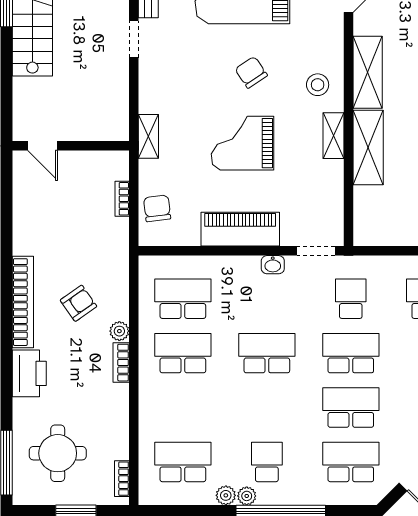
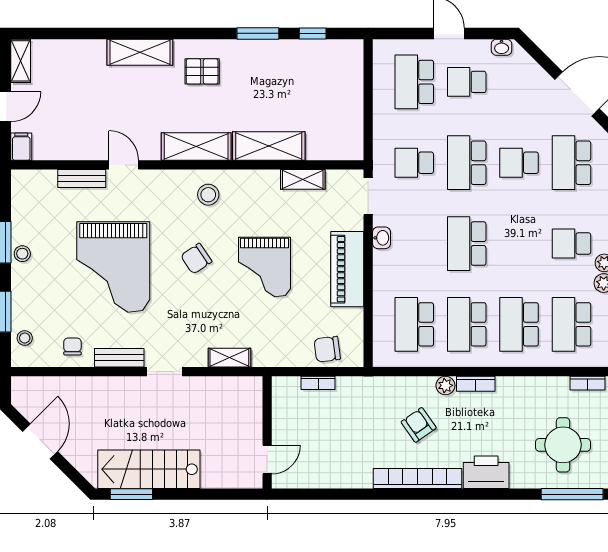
shelving: (148, 136) -> (229, 358), moved
shelving: (333, 136) -> (303, 179), moved
school desk: (183, 408) -> (519, 324), added
school desk: (351, 408) -> (519, 163), width x0.54

